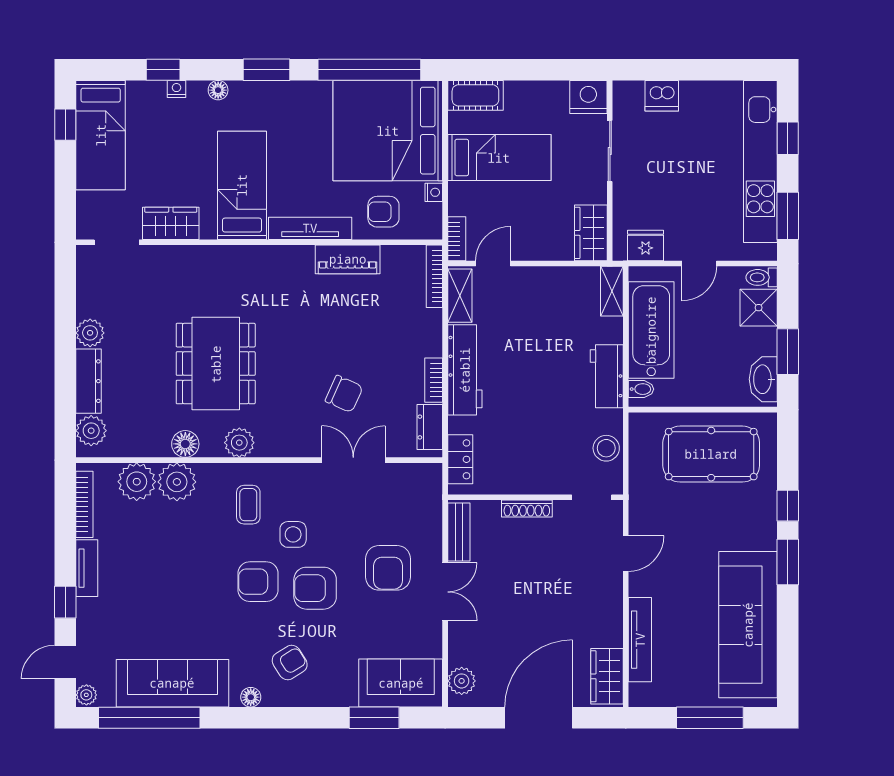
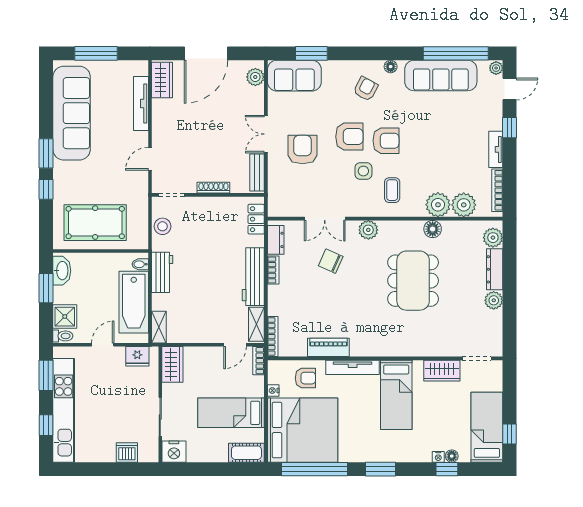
floor lamp: (218, 90) -> (452, 456), moved
plant: (239, 443) -> (368, 230), moved
armchair: (290, 662) -> (366, 89), turned 150

